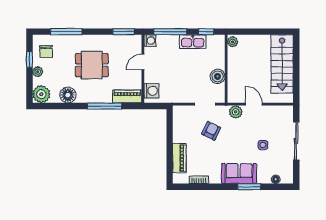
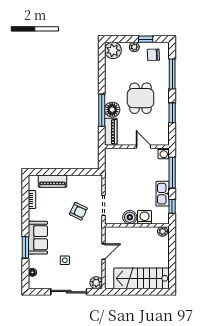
window: (123, 32) -> (172, 113), moved
washing machine: (151, 91) -> (145, 217), moved, turned 180
floor lamp: (68, 95) -> (112, 110), moved
plant: (236, 112) -> (96, 283), moved

